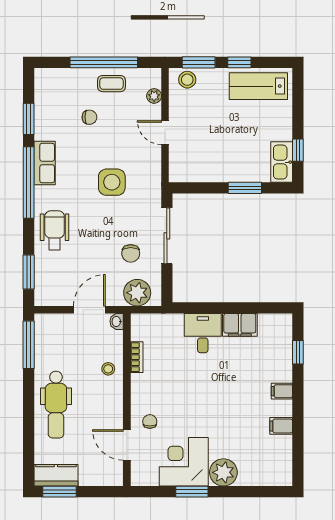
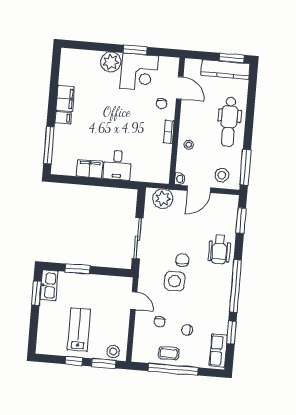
lab bench: (258, 86) -> (79, 329), moved, turned -90
plant: (154, 96) -> (138, 342), removed
chair: (127, 125) -> (160, 322), added
door: (165, 133) -> (134, 301), moved
window: (298, 150) -> (36, 293), width x1.50
row of seats: (45, 163) -> (218, 350), moved
chair: (131, 253) -> (182, 260), moved
stool: (60, 331) -> (222, 175), added
window: (298, 352) -> (49, 145), width x2.17
bookcase: (137, 357) -> (169, 132), moved
dental chair: (56, 405) -> (229, 122), turned 180
filing cabinet: (281, 426) -> (65, 99), width x2.00
kitchen counter: (56, 475) -> (225, 69), width x1.50

